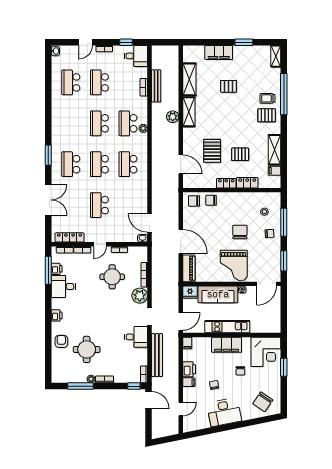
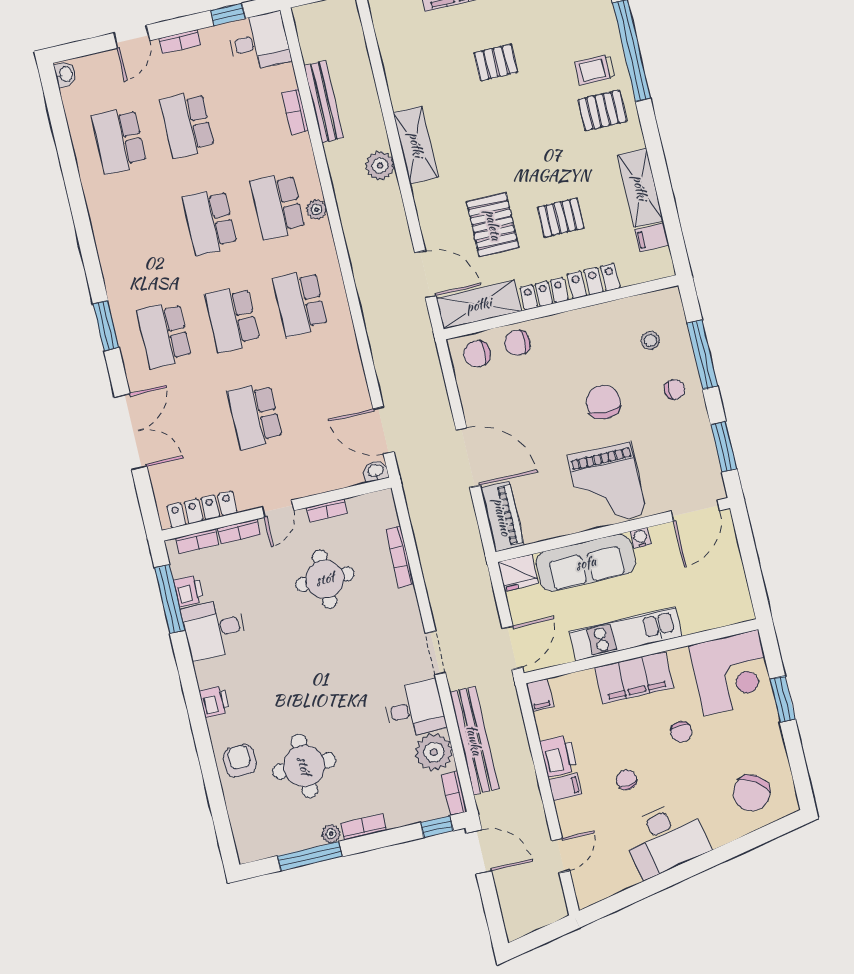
shelving: (189, 79) -> (479, 305), moved, turned 90
plant: (140, 296) -> (434, 752), moved

